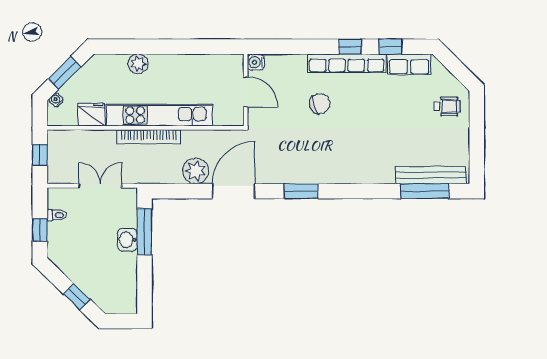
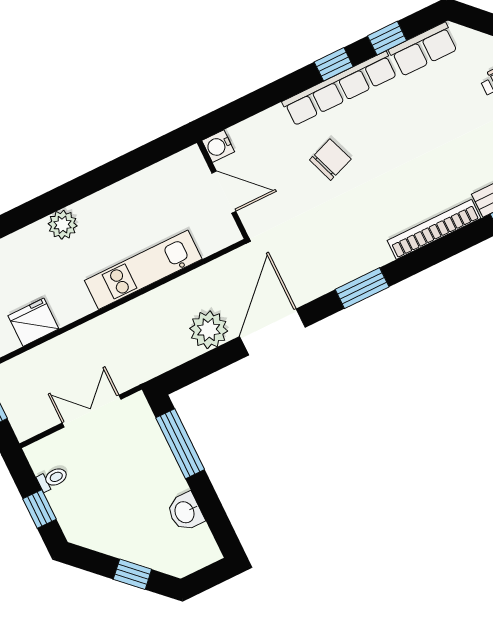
kitchen unit: (159, 115) -> (143, 270), width x0.73
bookcase: (149, 137) -> (434, 229), moved, turned 180
washbasin: (127, 240) -> (185, 512), moved

